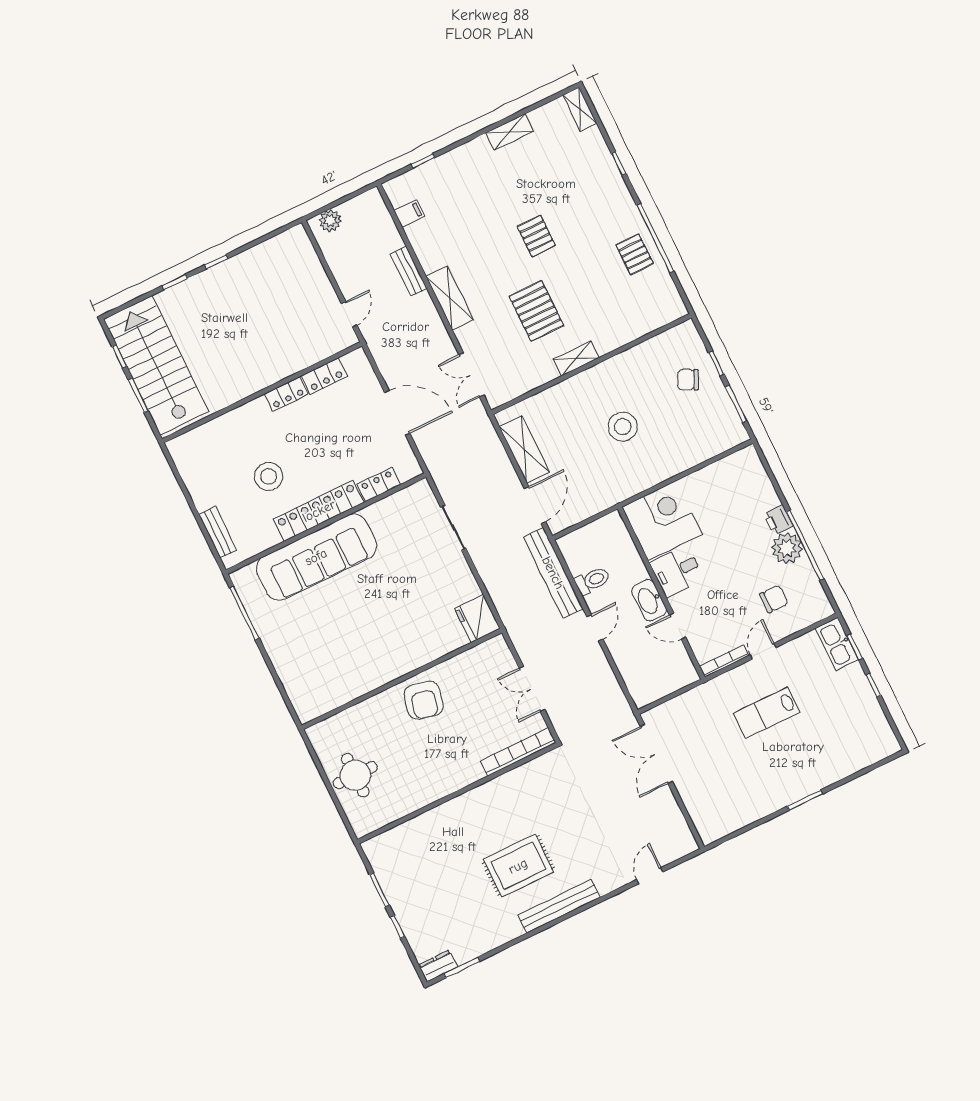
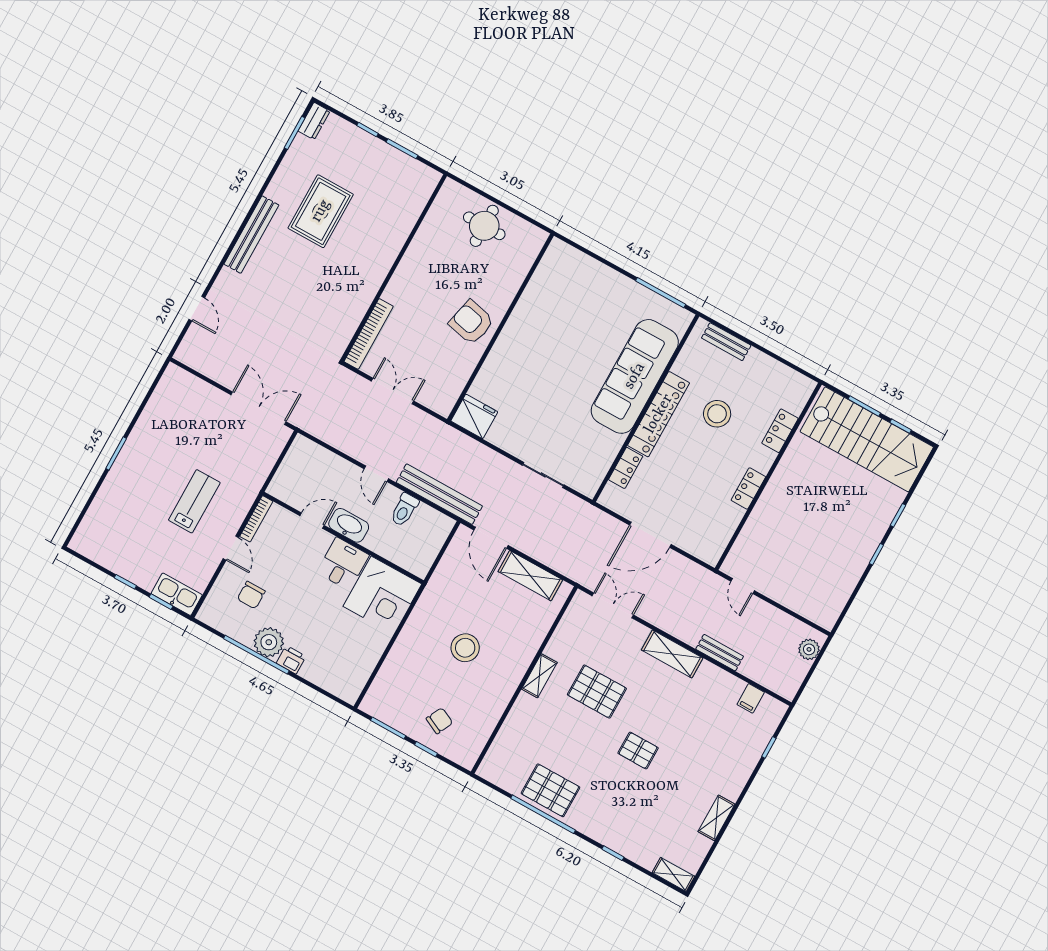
pallet: (635, 254) -> (550, 790), width x1.50, depth x1.42
locker: (324, 376) -> (780, 431), moved
rug: (518, 866) -> (321, 211), moved

